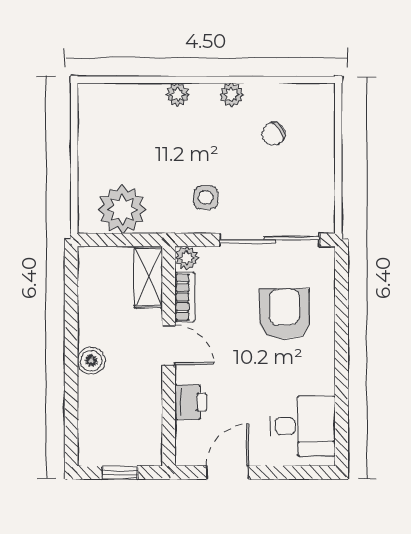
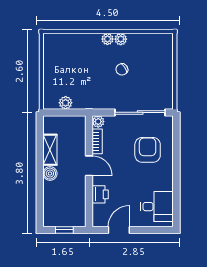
plant: (178, 95) -> (107, 39), moved
chair: (273, 134) -> (122, 69), moved
side table: (206, 197) -> (108, 91), removed
plant: (122, 209) -> (66, 103), width x0.53, depth x0.53
shelving: (148, 277) -> (50, 150), moved

